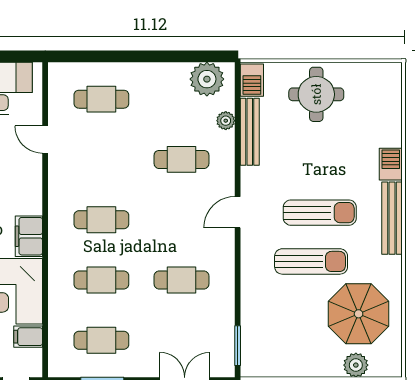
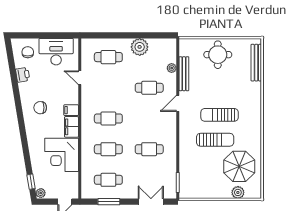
plant: (207, 79) -> (140, 47), moved
barbecue: (252, 80) -> (185, 47), removed
barbecue: (391, 164) -> (256, 90), removed
door: (238, 212) -> (178, 103), moved
sun lounger: (320, 213) -> (220, 115), turned 180
bench: (392, 218) -> (256, 63), moved
filing cabinet: (28, 337) -> (71, 110), moved

